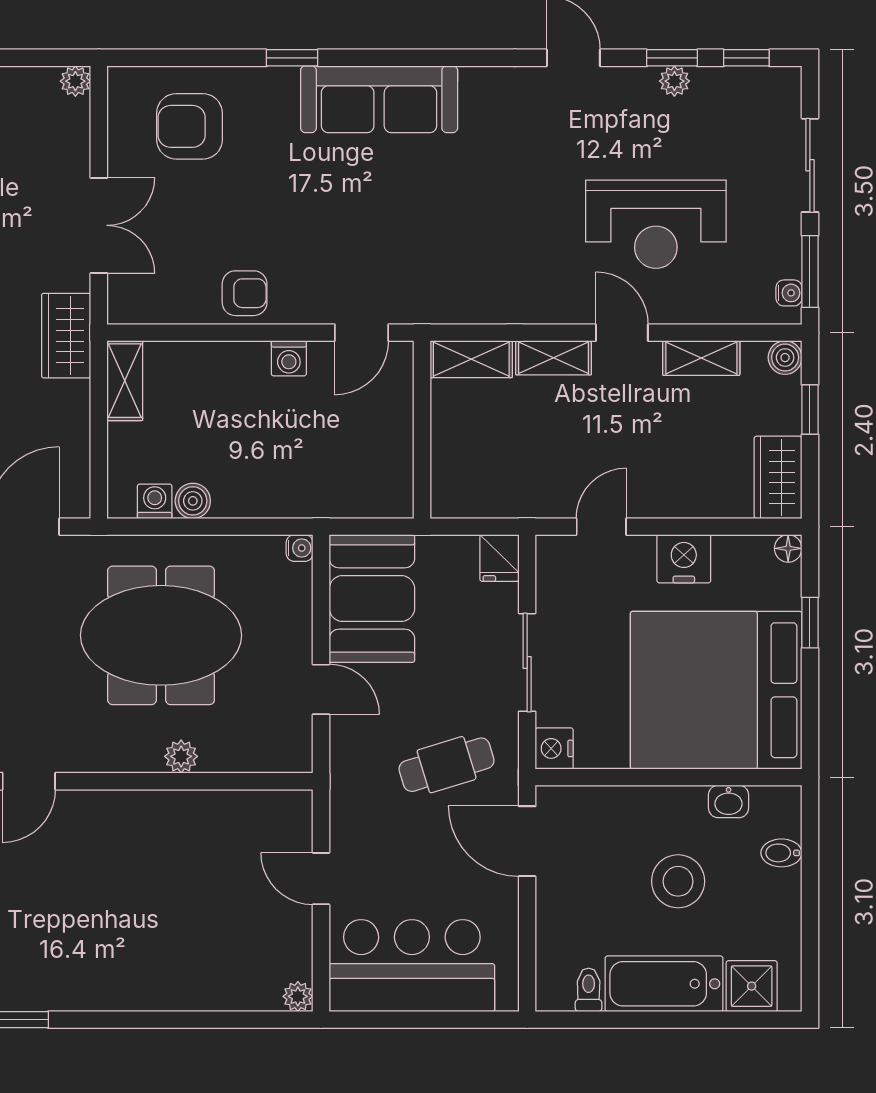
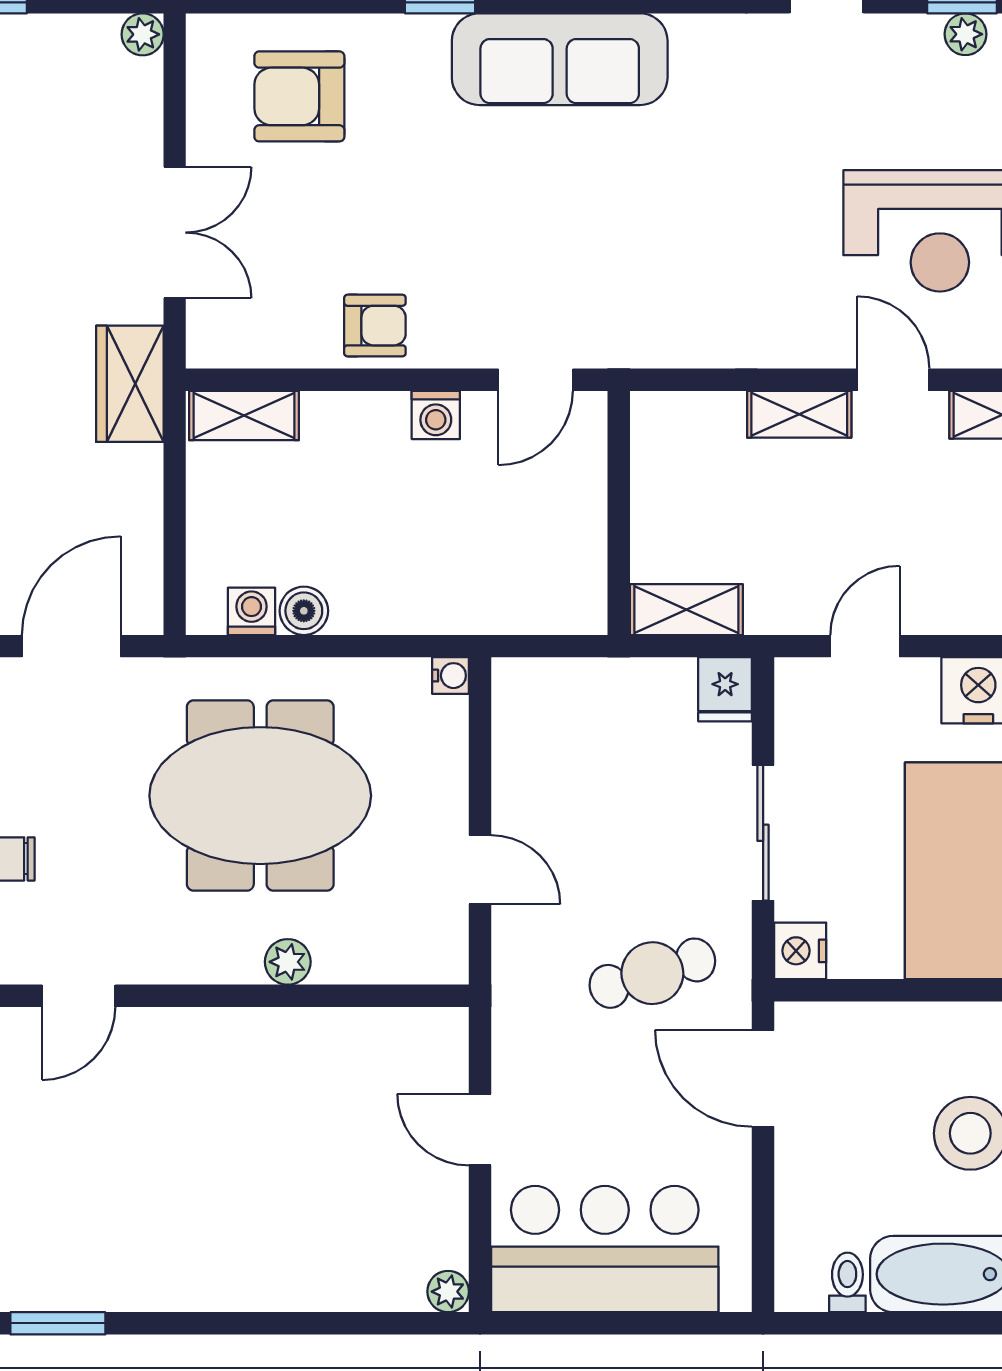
shelving: (471, 359) -> (686, 610), moved
shelving: (125, 381) -> (244, 415), moved, turned 90
booth: (372, 599) -> (550, 745), removed

